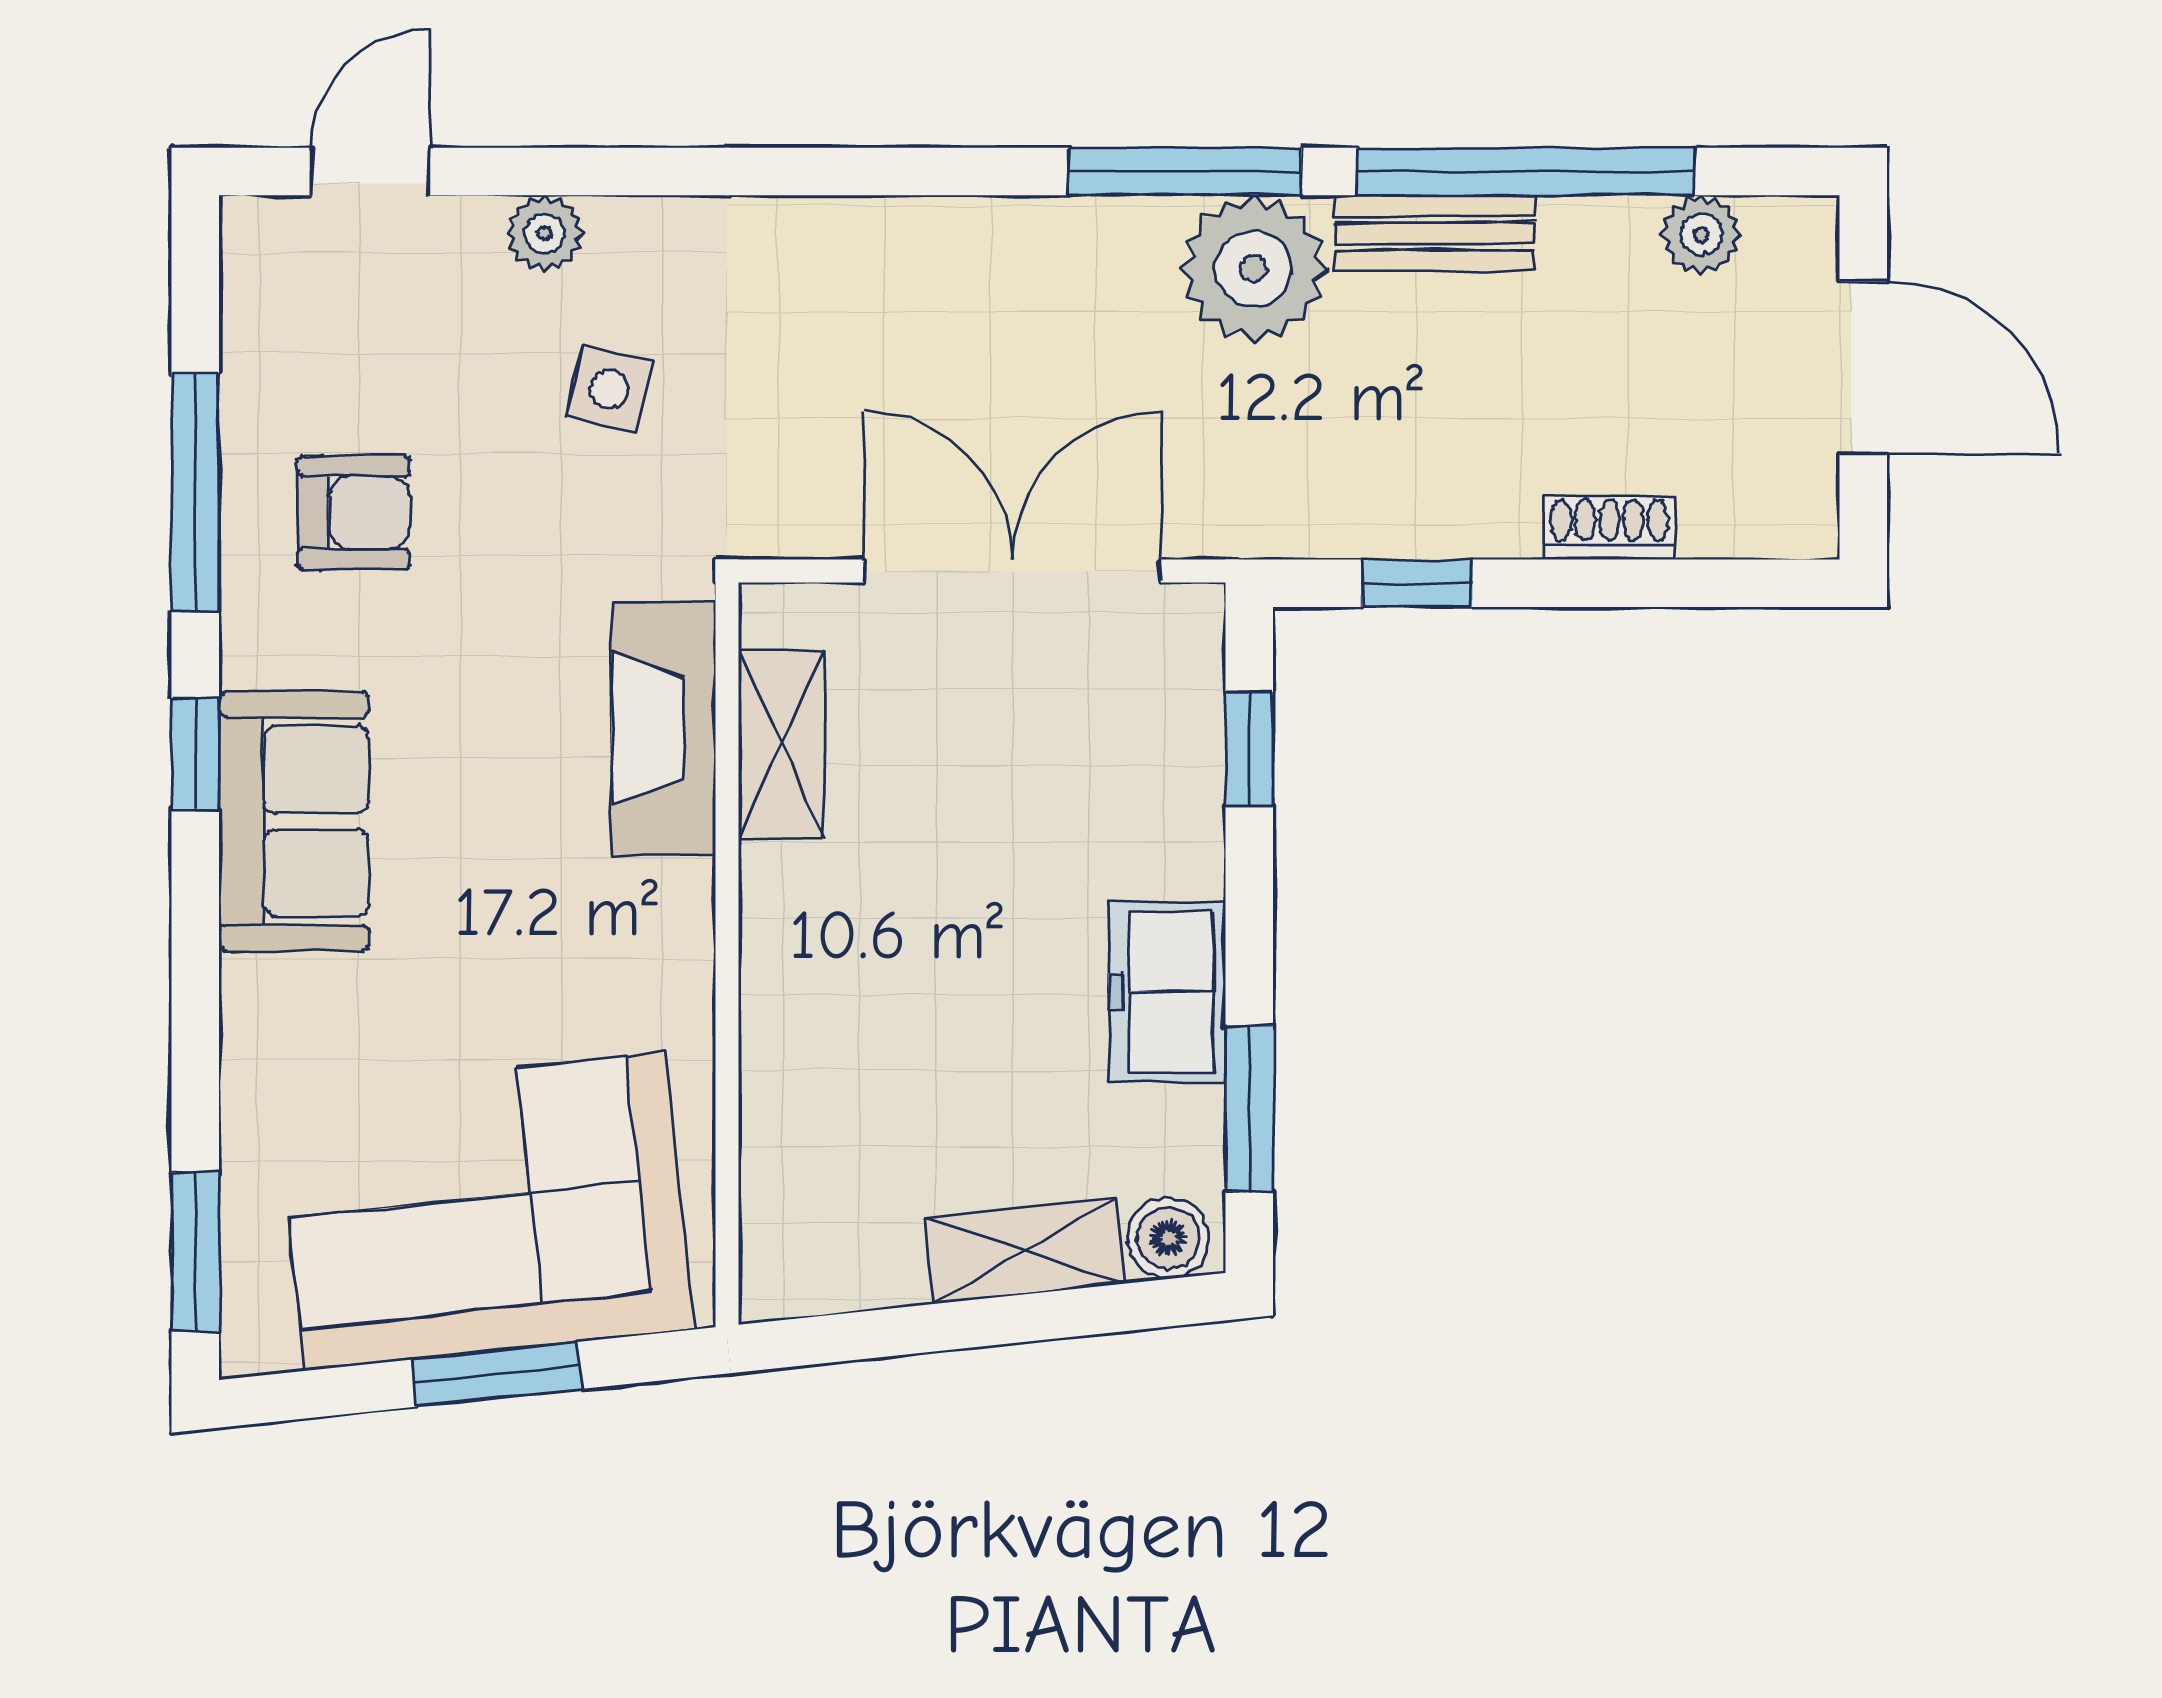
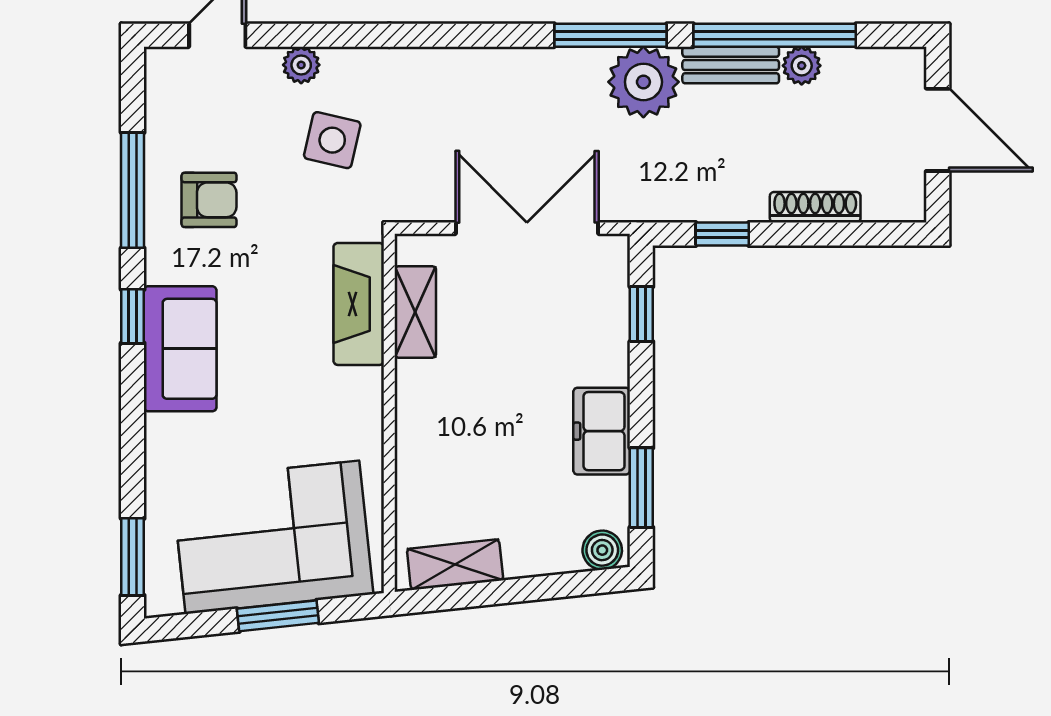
plant: (1701, 235) -> (802, 66), moved
side table: (609, 389) -> (332, 140), width x1.37, depth x1.37
shoe rack: (1609, 528) -> (815, 207), width x1.43
shelving: (1025, 1251) -> (455, 565), moved

